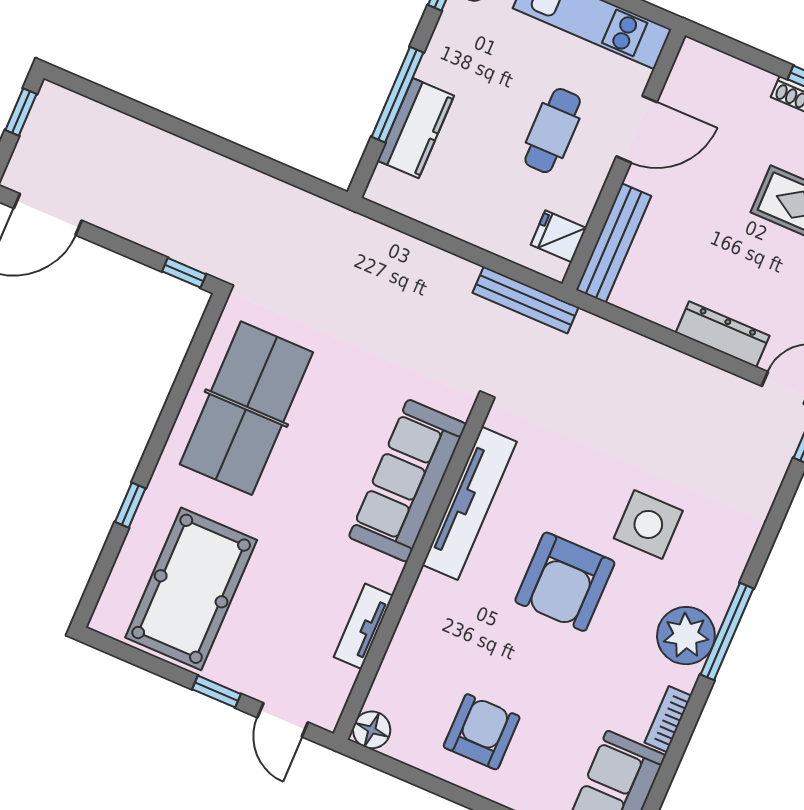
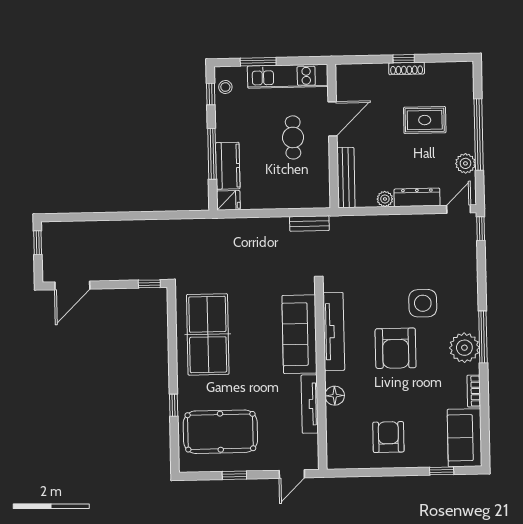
fridge: (558, 236) -> (228, 200), moved, turned 180
bench: (526, 300) -> (309, 224), width x0.73
plant: (665, 311) -> (385, 199), added
pool table: (191, 589) -> (220, 432), turned 90
tv unit: (363, 626) -> (310, 404), width x1.41
window: (217, 692) -> (234, 475), moved
door: (283, 720) -> (292, 474), hinge flipped
floor lamp: (372, 730) -> (335, 396), moved

